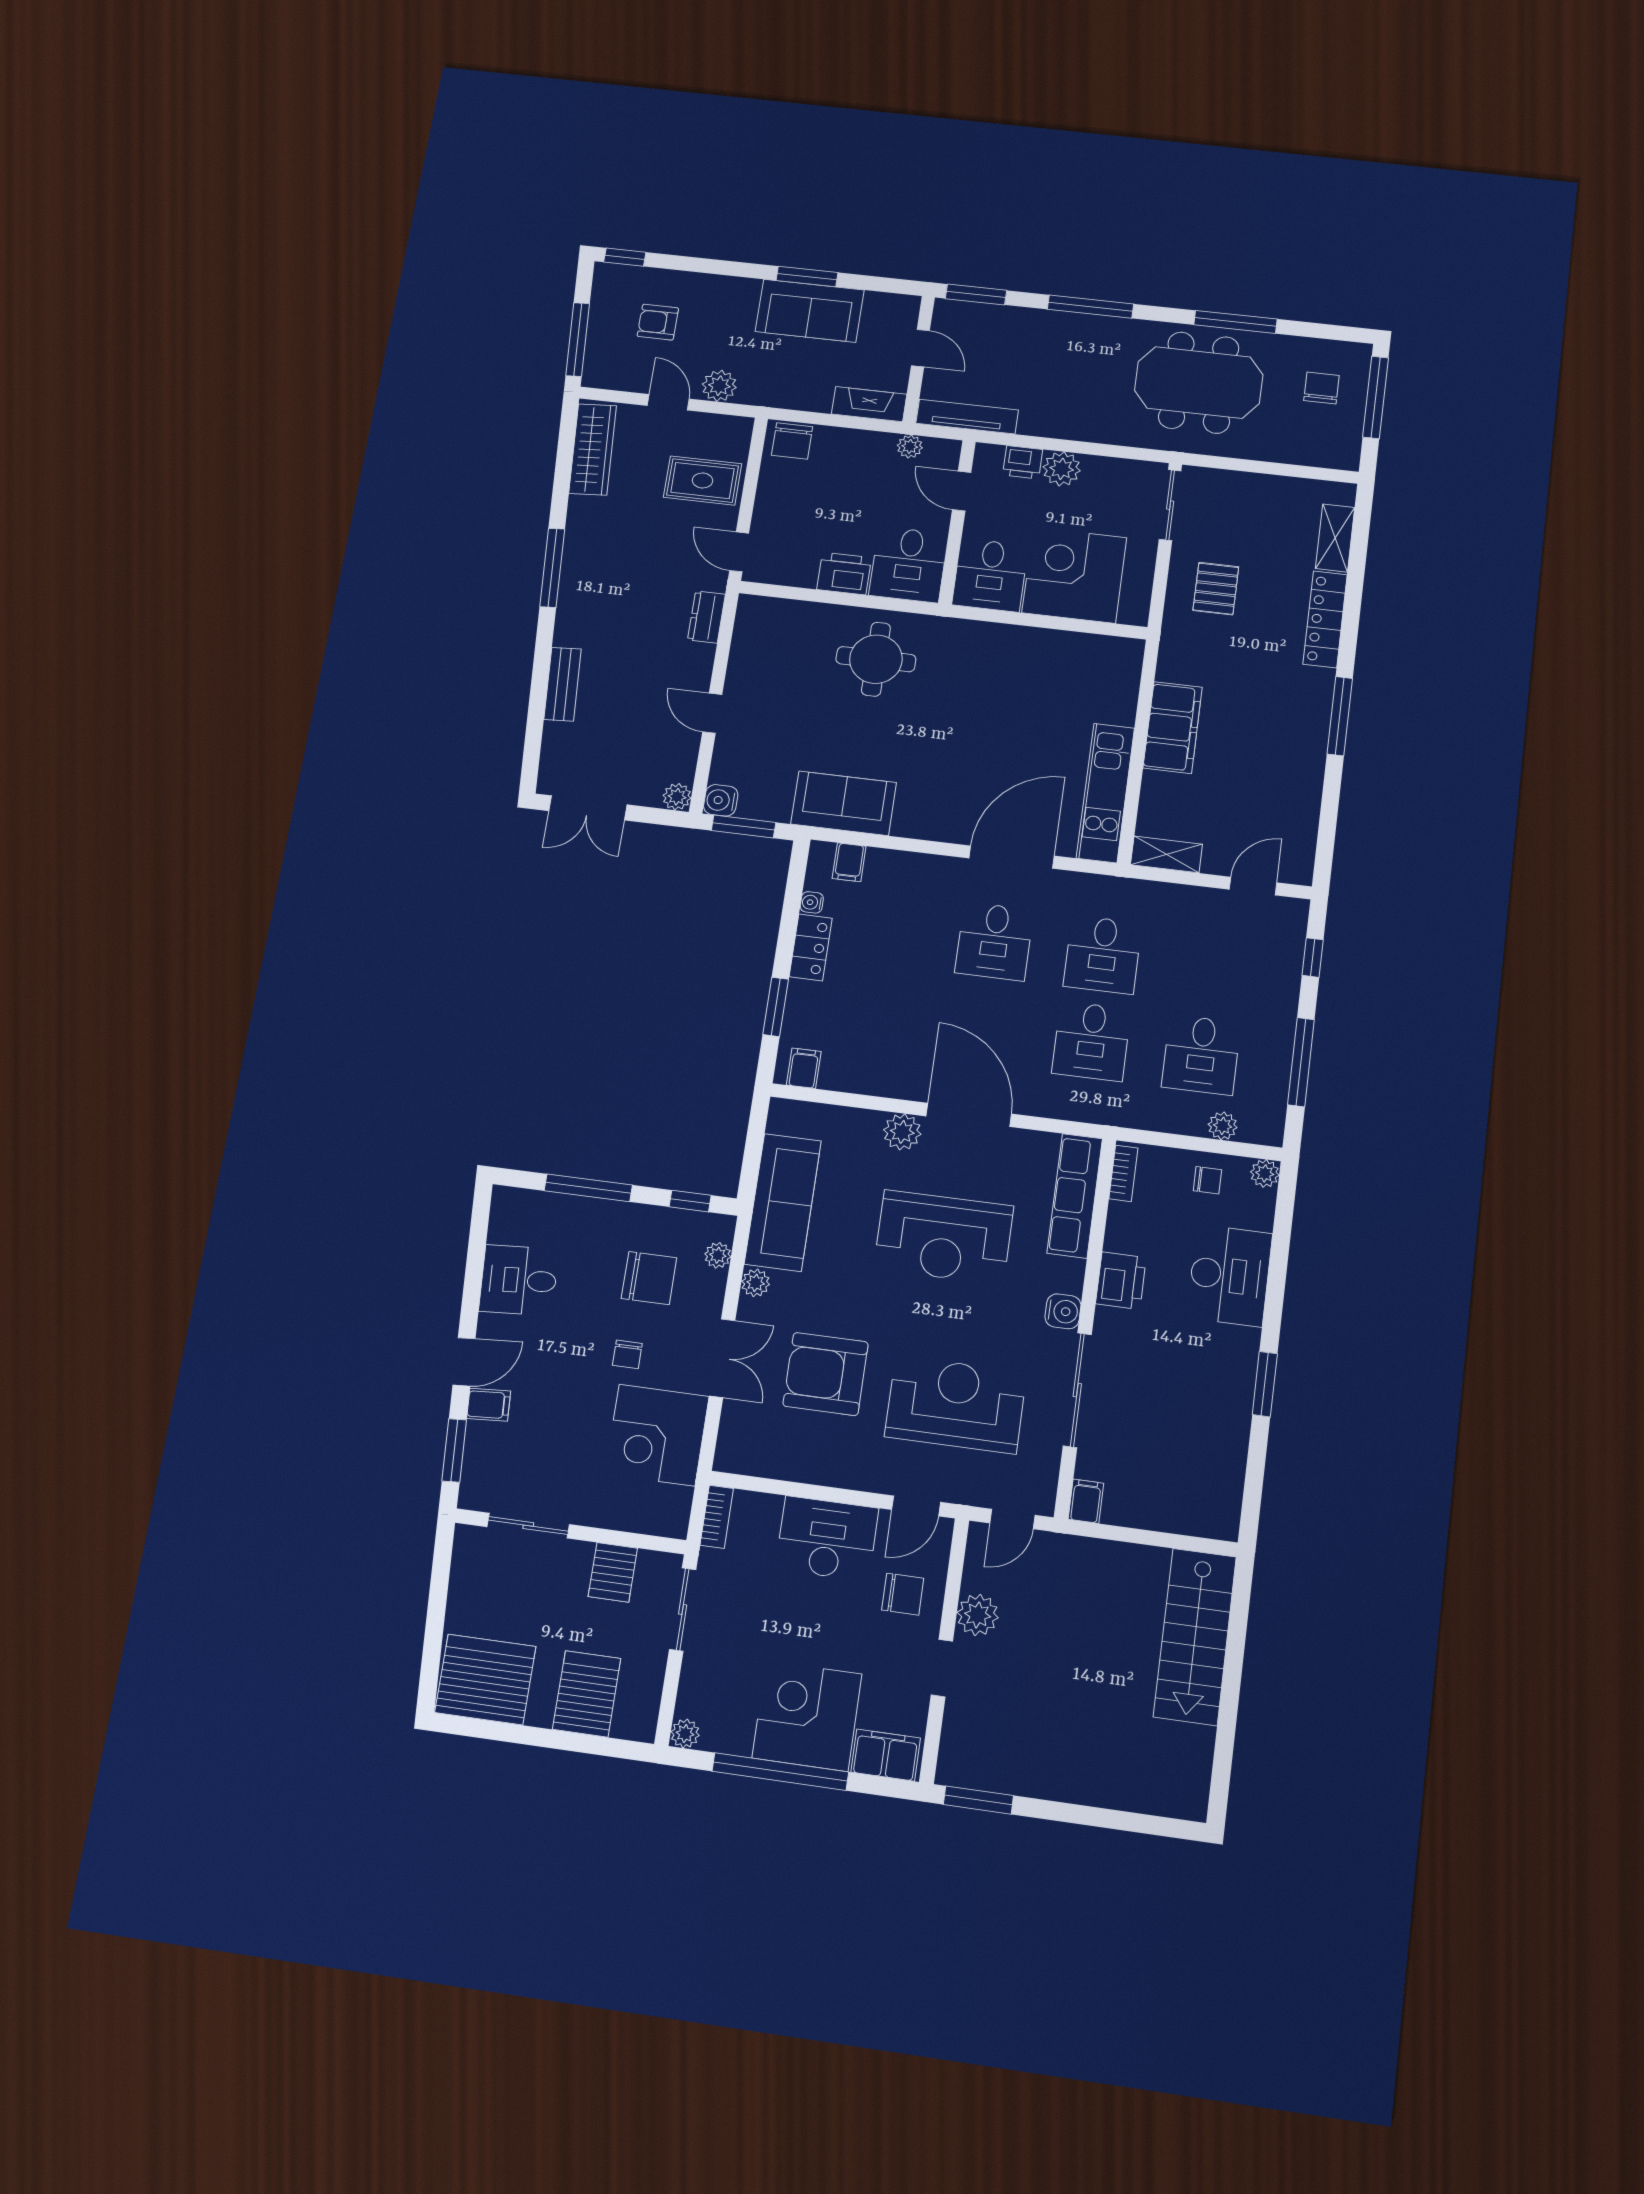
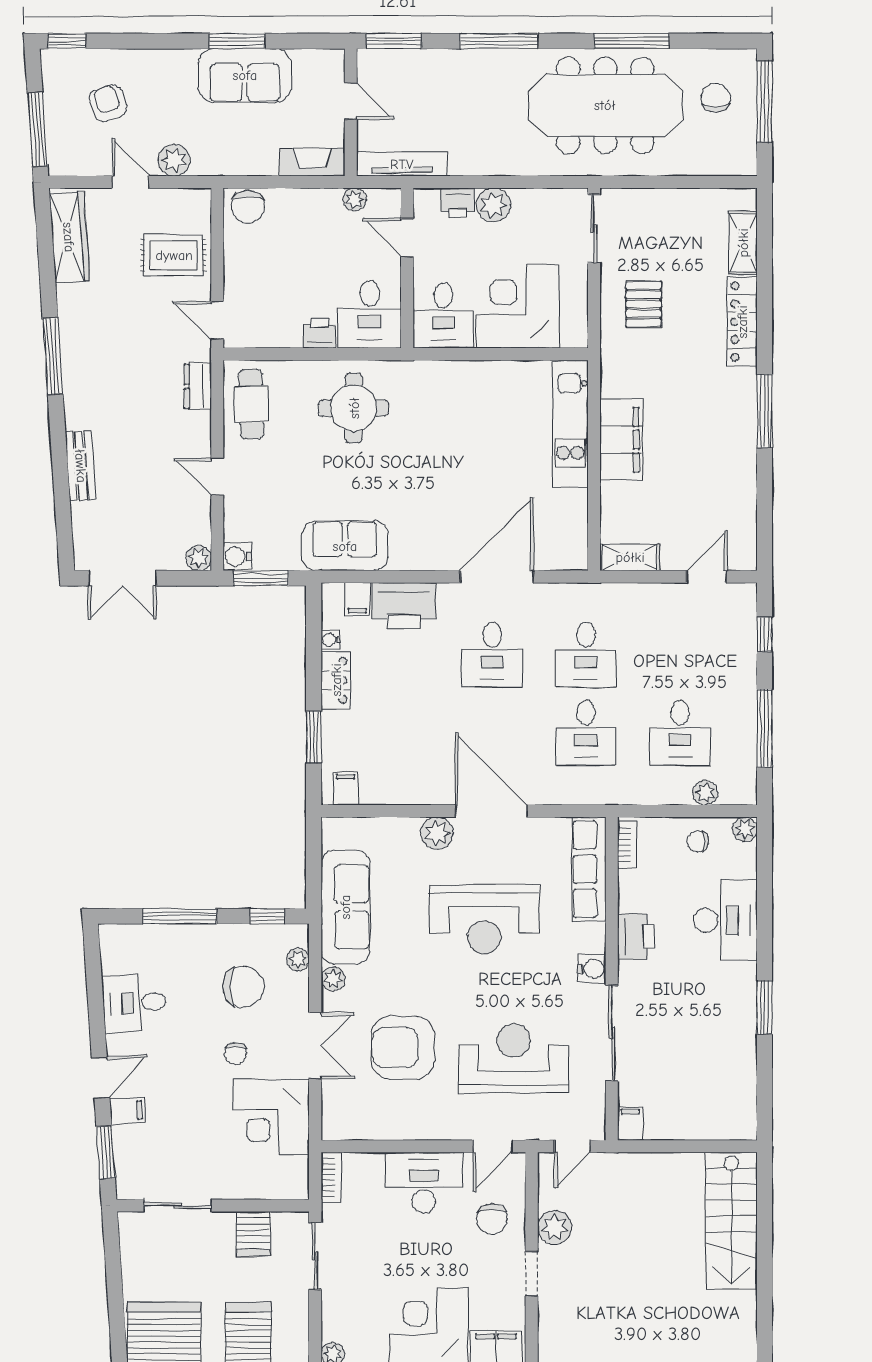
armchair: (658, 322) -> (108, 103), turned 71
meeting table: (1199, 383) -> (605, 105), width x1.36
printer: (844, 574) -> (320, 333), width x0.73, depth x0.81
cafe table: (763, 642) -> (251, 404), added
kitchen unit: (1105, 793) -> (570, 424), moved
printer: (901, 875) -> (404, 605), added
chair: (1207, 1180) -> (698, 841), turned 180
chair: (903, 1594) -> (492, 1219), turned 90

